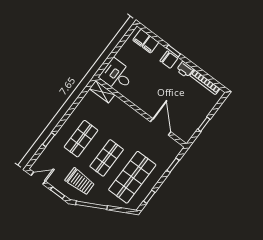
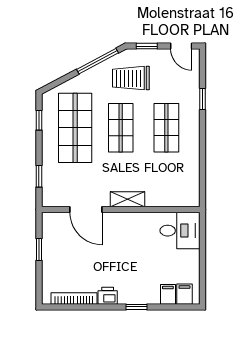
chair: (169, 60) -> (134, 293), removed
shelving: (102, 92) -> (127, 199), moved
door: (38, 178) -> (181, 46), hinge flipped

